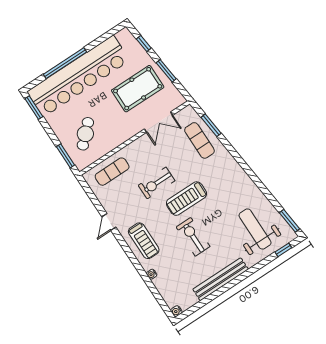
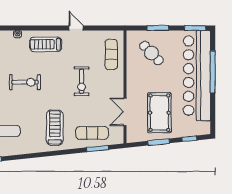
window: (65, 156) -> (158, 28), moved
exercise bike: (157, 183) -> (82, 81), turned 180
treadmill: (186, 199) -> (55, 128), moved

